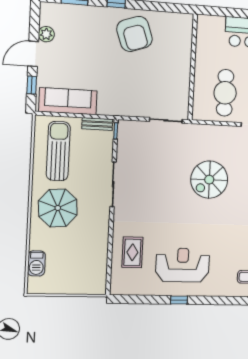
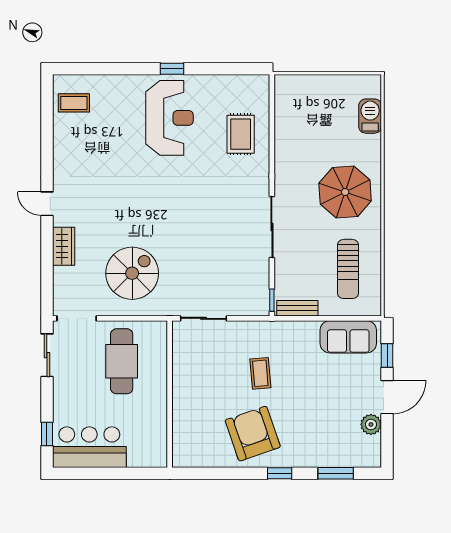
coffee table: (127, 78) -> (260, 373), added
sofa: (68, 101) -> (348, 337), width x0.73
sun lounger: (58, 151) -> (348, 269), width x0.73, depth x0.75
spiral stairs: (209, 180) -> (132, 273), moved
reception desk: (183, 265) -> (169, 118), turned -90

